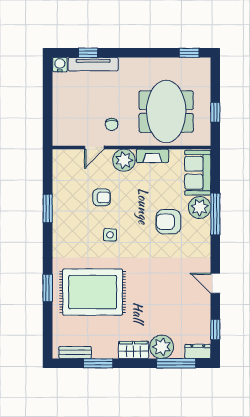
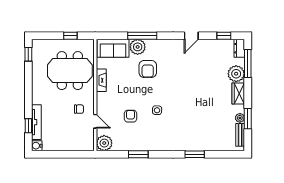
plant: (124, 160) -> (104, 143), moved
rug: (93, 292) -> (197, 123), removed
plant: (99, 352) -> (240, 118), added

